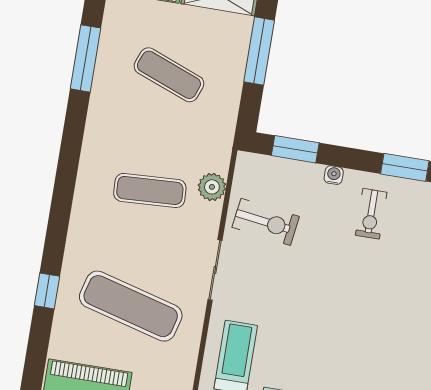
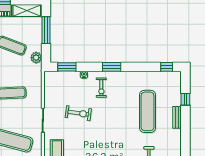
plant: (212, 187) -> (36, 58), moved
exercise bike: (266, 222) -> (78, 113), moved

